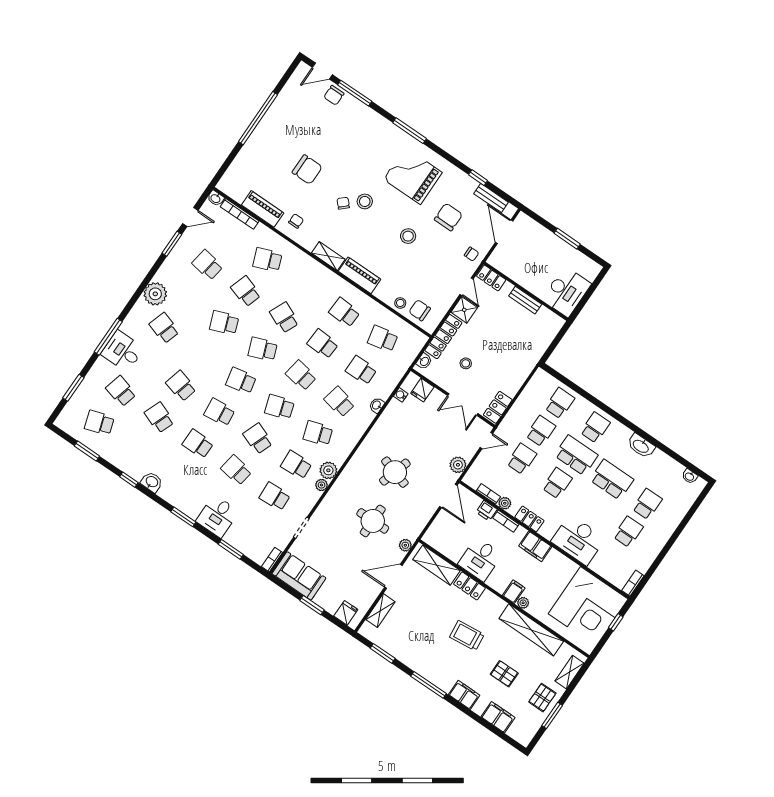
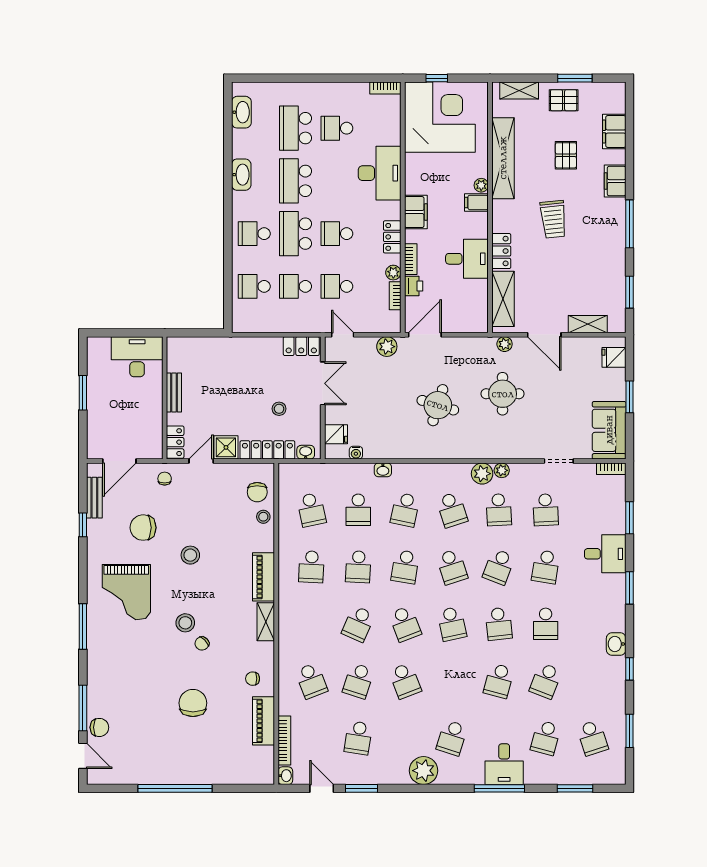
washbasin: (690, 476) -> (241, 112), width x1.91, depth x1.45
school desk: (647, 504) -> (296, 128), width x1.85

